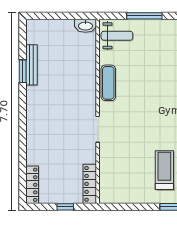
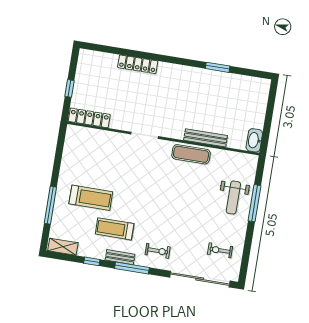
weight bench: (117, 36) -> (233, 198), moved
bench: (31, 65) -> (206, 138), moved
locker: (32, 185) -> (138, 64), moved

